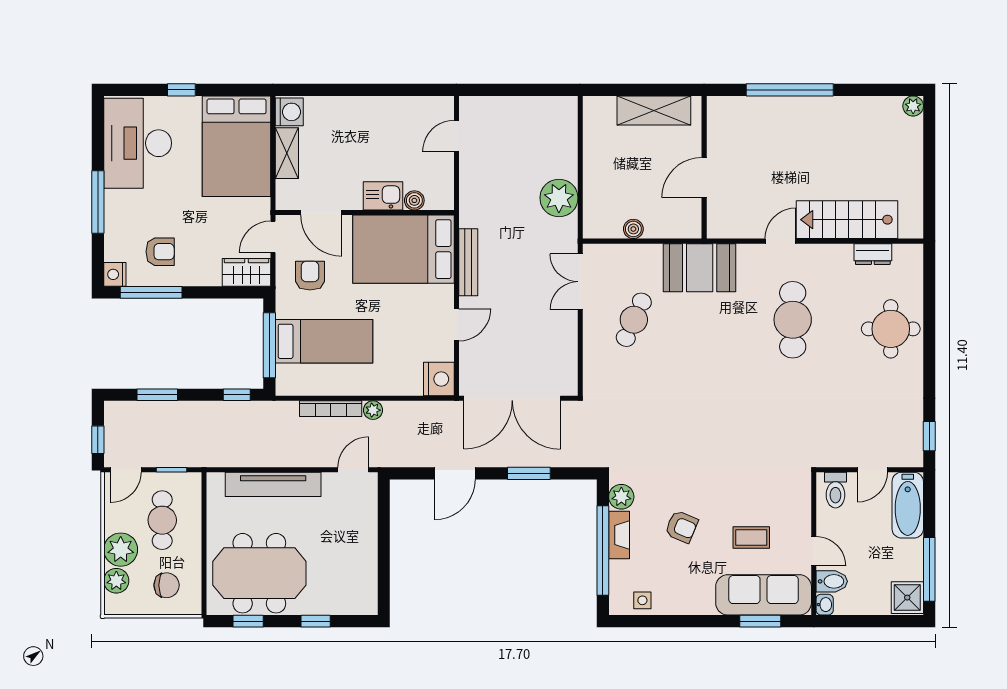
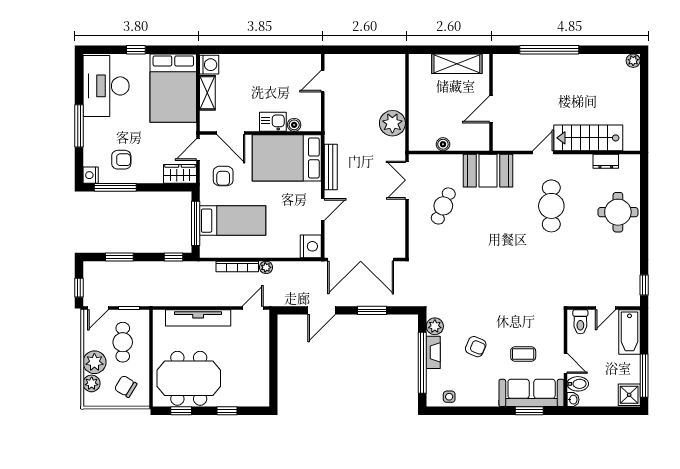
armchair: (310, 276) -> (223, 176), turned 180
chair: (167, 585) -> (126, 386), turned -149

